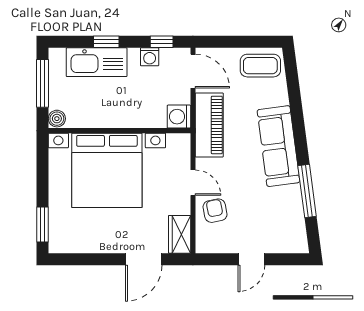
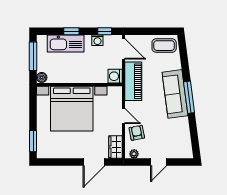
window: (307, 191) -> (189, 97), moved
plant: (210, 246) -> (134, 154), added

